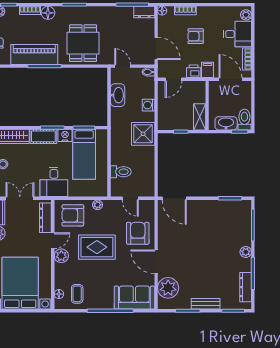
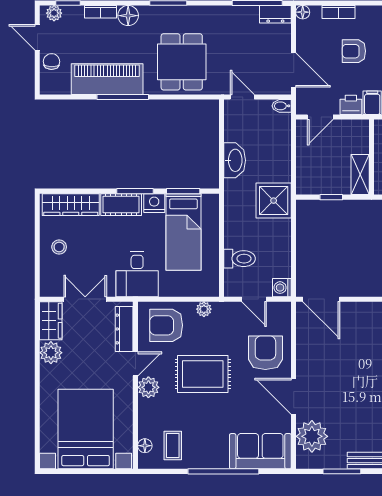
washbasin: (118, 95) -> (235, 160), moved
washing machine: (148, 105) -> (282, 288), moved

